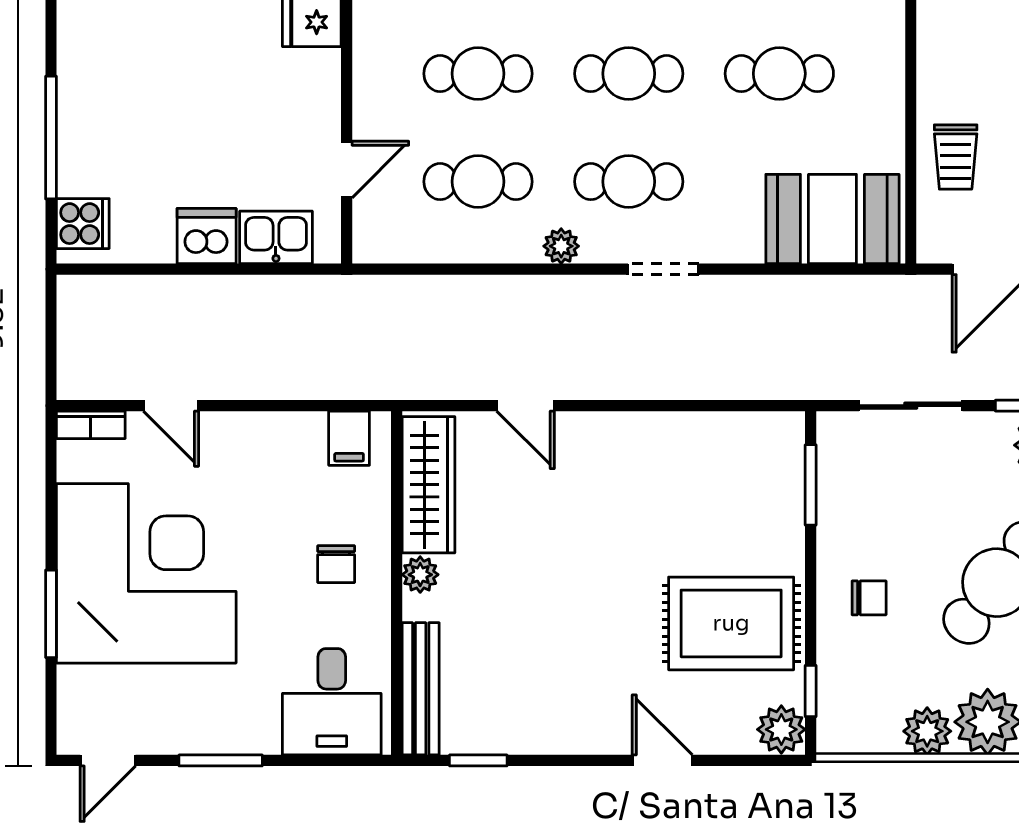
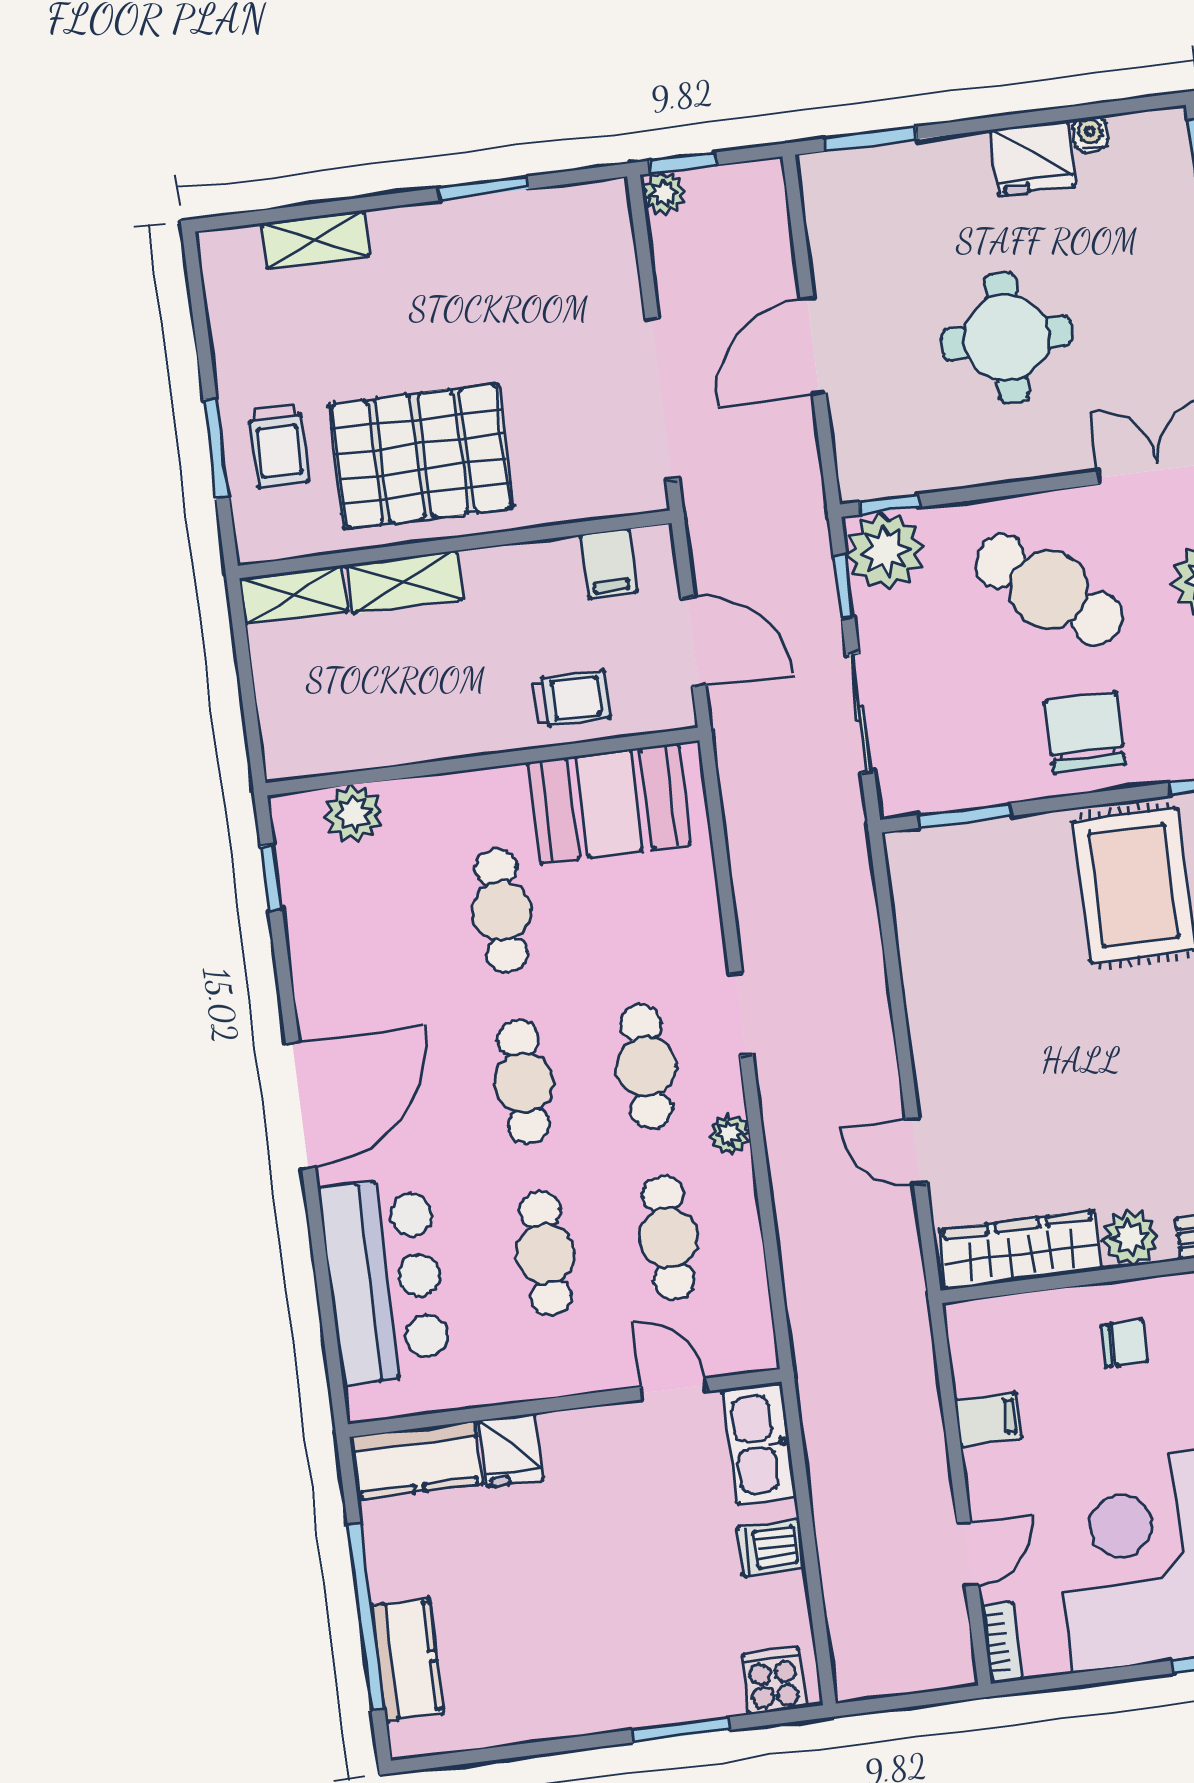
window: (51, 138) -> (681, 1730), width x0.69
booth: (832, 219) -> (609, 803), moved, turned 90
dishwasher: (207, 236) -> (771, 1548), width x0.73
kitchen sink: (276, 237) -> (759, 1444), width x1.38
door: (525, 406) -> (916, 1151), swing flipped
filing cabinet: (349, 438) -> (988, 1419), moved
plant: (420, 575) -> (1130, 1238), width x1.38, depth x1.38
chair: (869, 598) -> (1085, 733), width x1.87, depth x1.87

